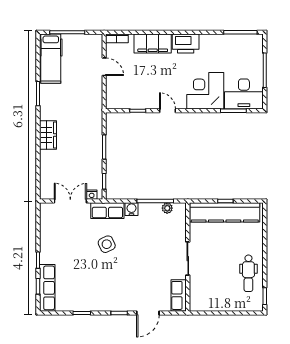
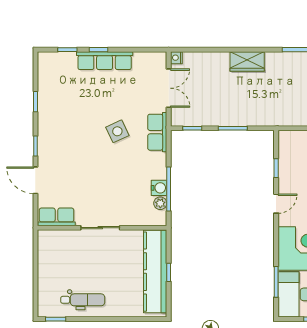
nightstand: (92, 195) -> (176, 58), moved
water cooler: (132, 209) -> (159, 188), moved
dental chair: (248, 273) -> (83, 300), turned 180
row of seats: (47, 288) -> (105, 61), moved

